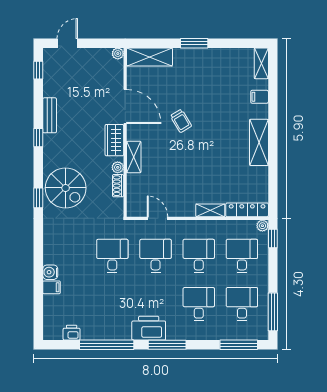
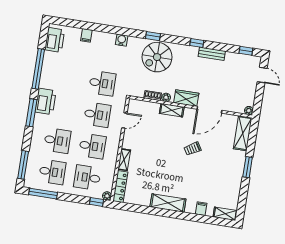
desk: (242, 256) -> (87, 177), turned 180
water cooler: (50, 272) -> (122, 40), moved
printer: (72, 333) -> (55, 40), width x1.87, depth x1.48

